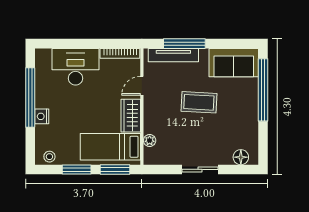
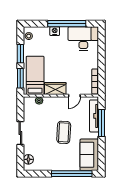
desk: (76, 67) -> (83, 39), moved, turned -90
door: (142, 86) -> (74, 96), swing flipped

